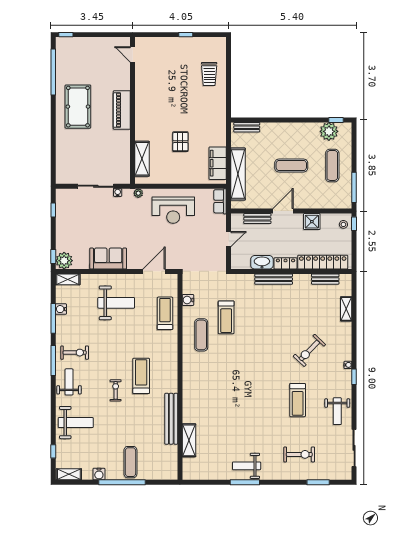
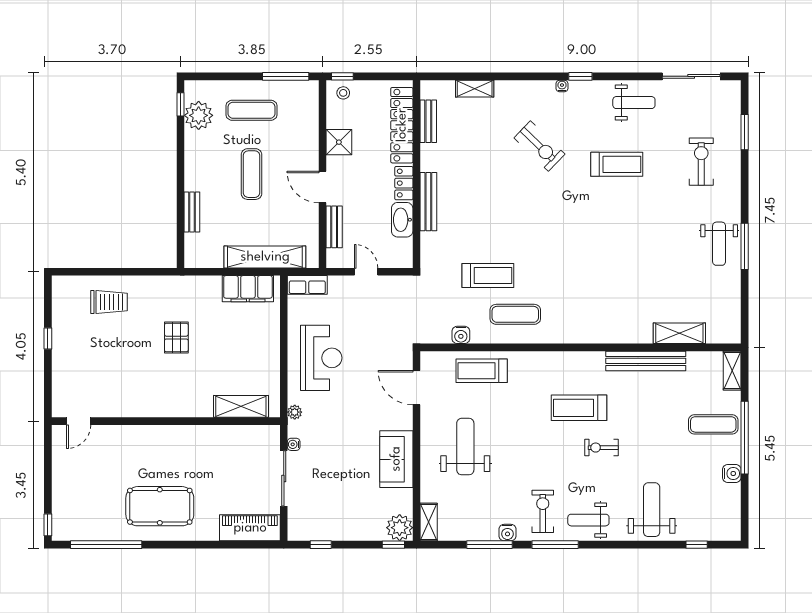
piano: (122, 110) -> (250, 528), moved, turned 180
bench: (247, 127) -> (192, 212), moved
pallet: (180, 142) -> (176, 338), moved, turned 90
water cooler: (61, 309) -> (507, 533), moved
shelving: (69, 474) -> (732, 371), moved

